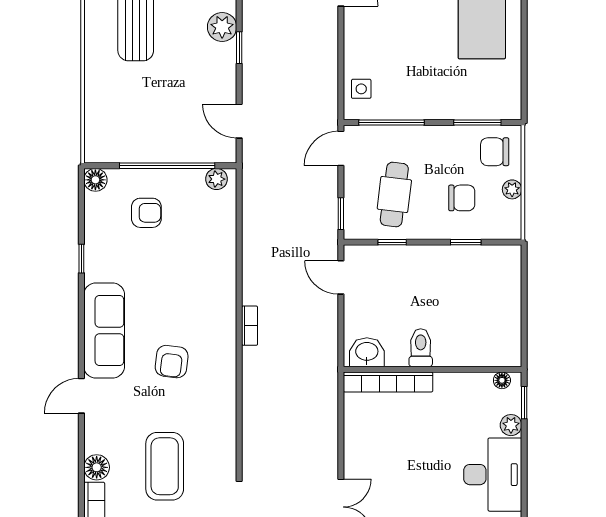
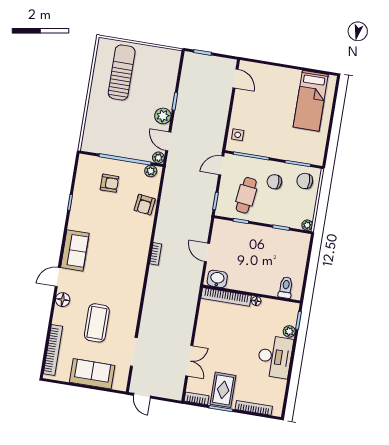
plant: (222, 27) -> (163, 116), moved
plant: (226, 153) -> (158, 158), added
floor lamp: (95, 180) -> (85, 161), removed
plant: (512, 189) -> (307, 225), moved
chair: (462, 198) -> (274, 182), moved, turned 180
door: (341, 277) -> (207, 253), moved
sofa: (104, 330) -> (75, 250), width x0.73
toilet: (421, 348) -> (286, 288), moved
armchair: (172, 362) -> (145, 205), moved
floor lamp: (502, 380) -> (256, 301), moved
floor lamp: (97, 467) -> (63, 300), moved

